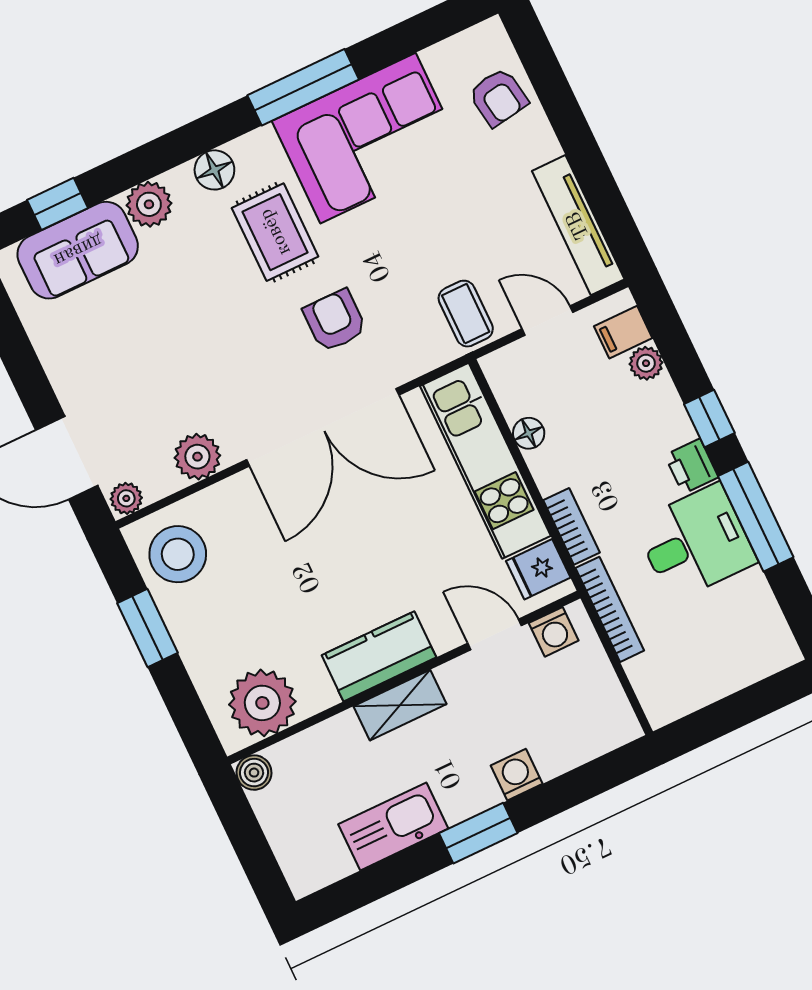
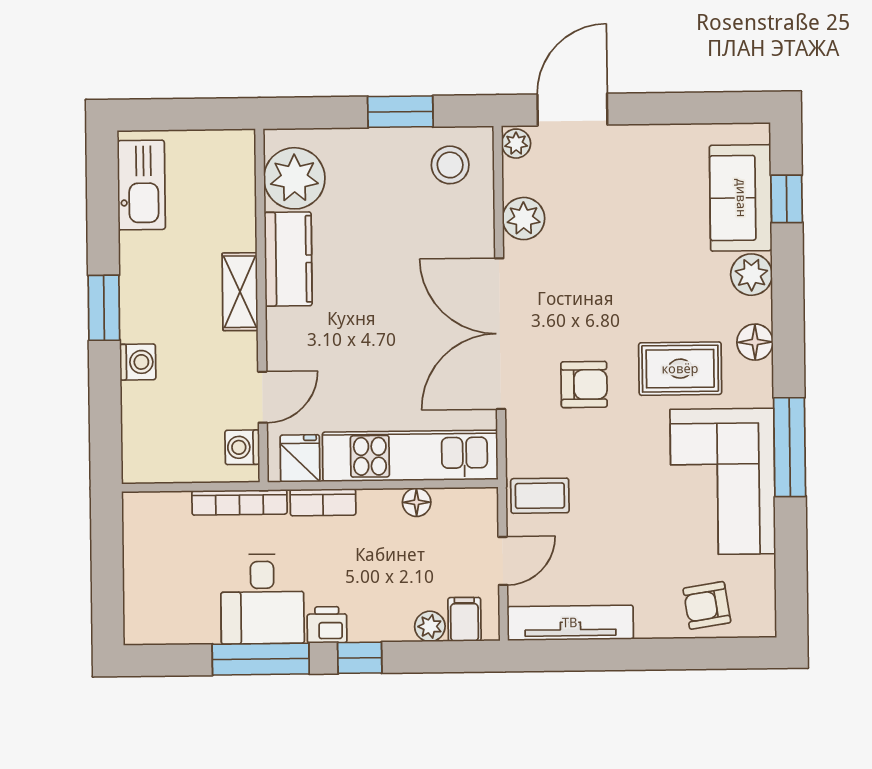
stool: (178, 554) -> (450, 165), width x0.73, depth x0.73
kitchen counter: (379, 656) -> (288, 259), moved
boiler: (254, 773) -> (240, 145), removed
kitchen sink: (393, 826) -> (141, 185), moved

